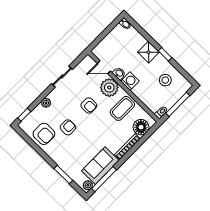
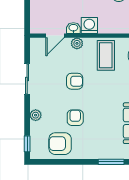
plant: (109, 88) -> (77, 43), width x0.53, depth x0.53
armchair: (44, 134) -> (60, 144), turned 180

